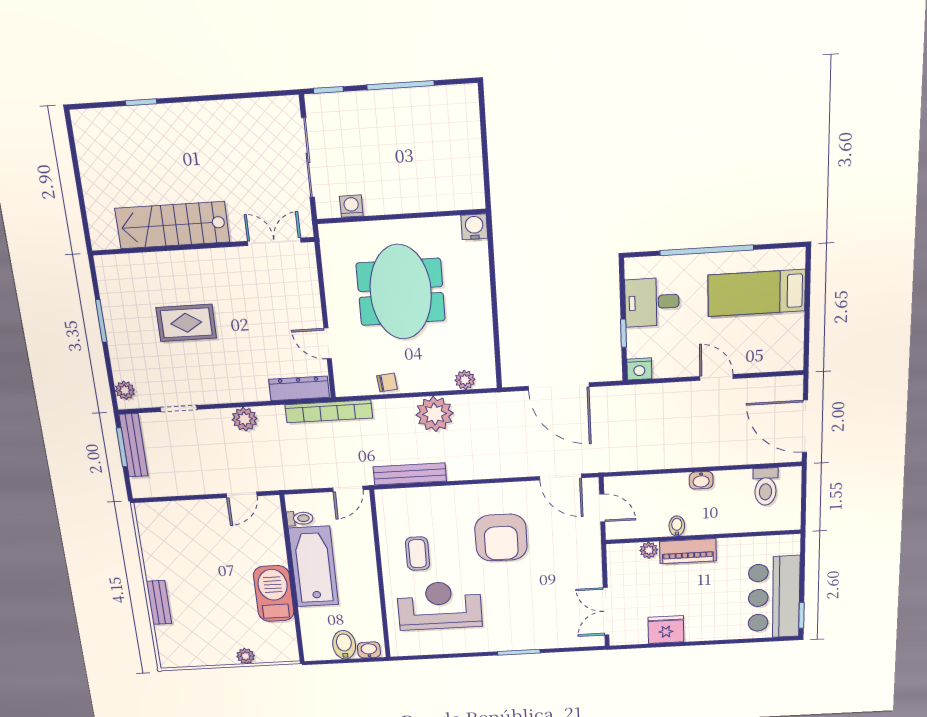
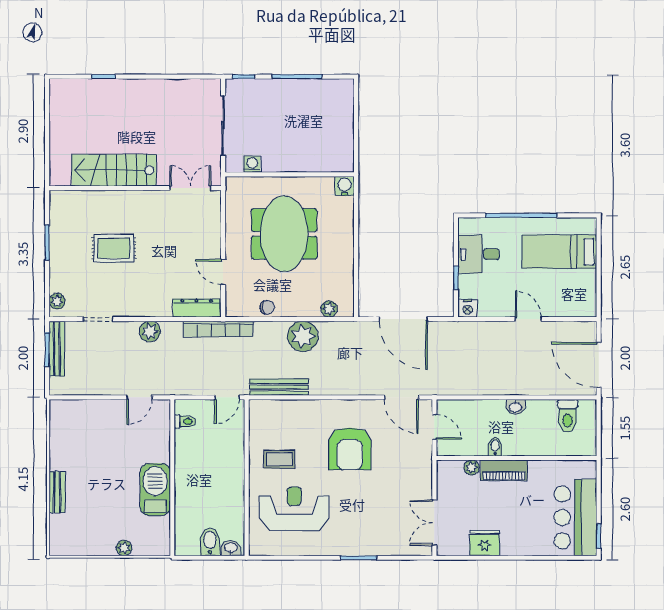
coffee table: (417, 554) -> (279, 459), turned 90
bathtub: (314, 567) -> (192, 466), removed

